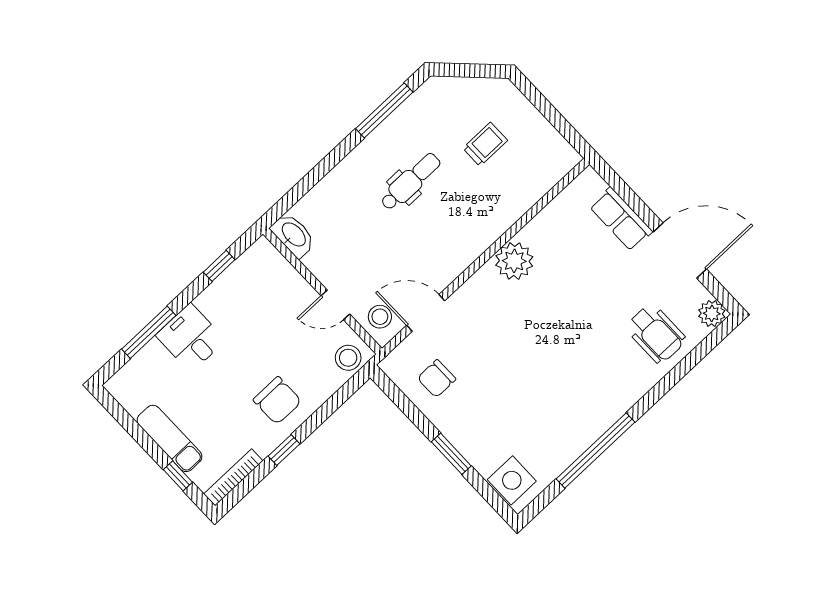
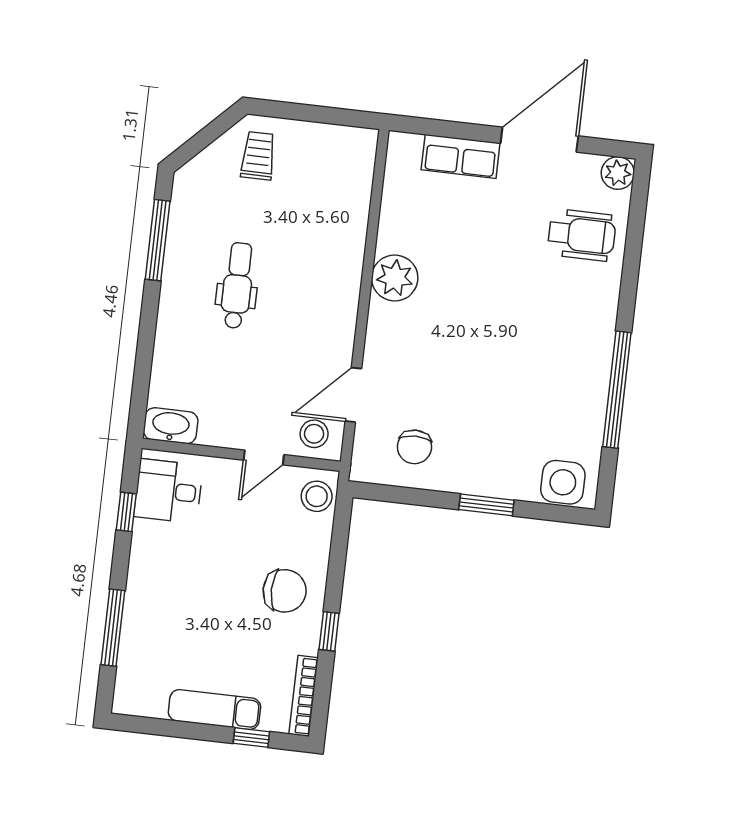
trolley: (485, 144) -> (258, 156), moved
desk: (191, 338) -> (168, 491), moved

